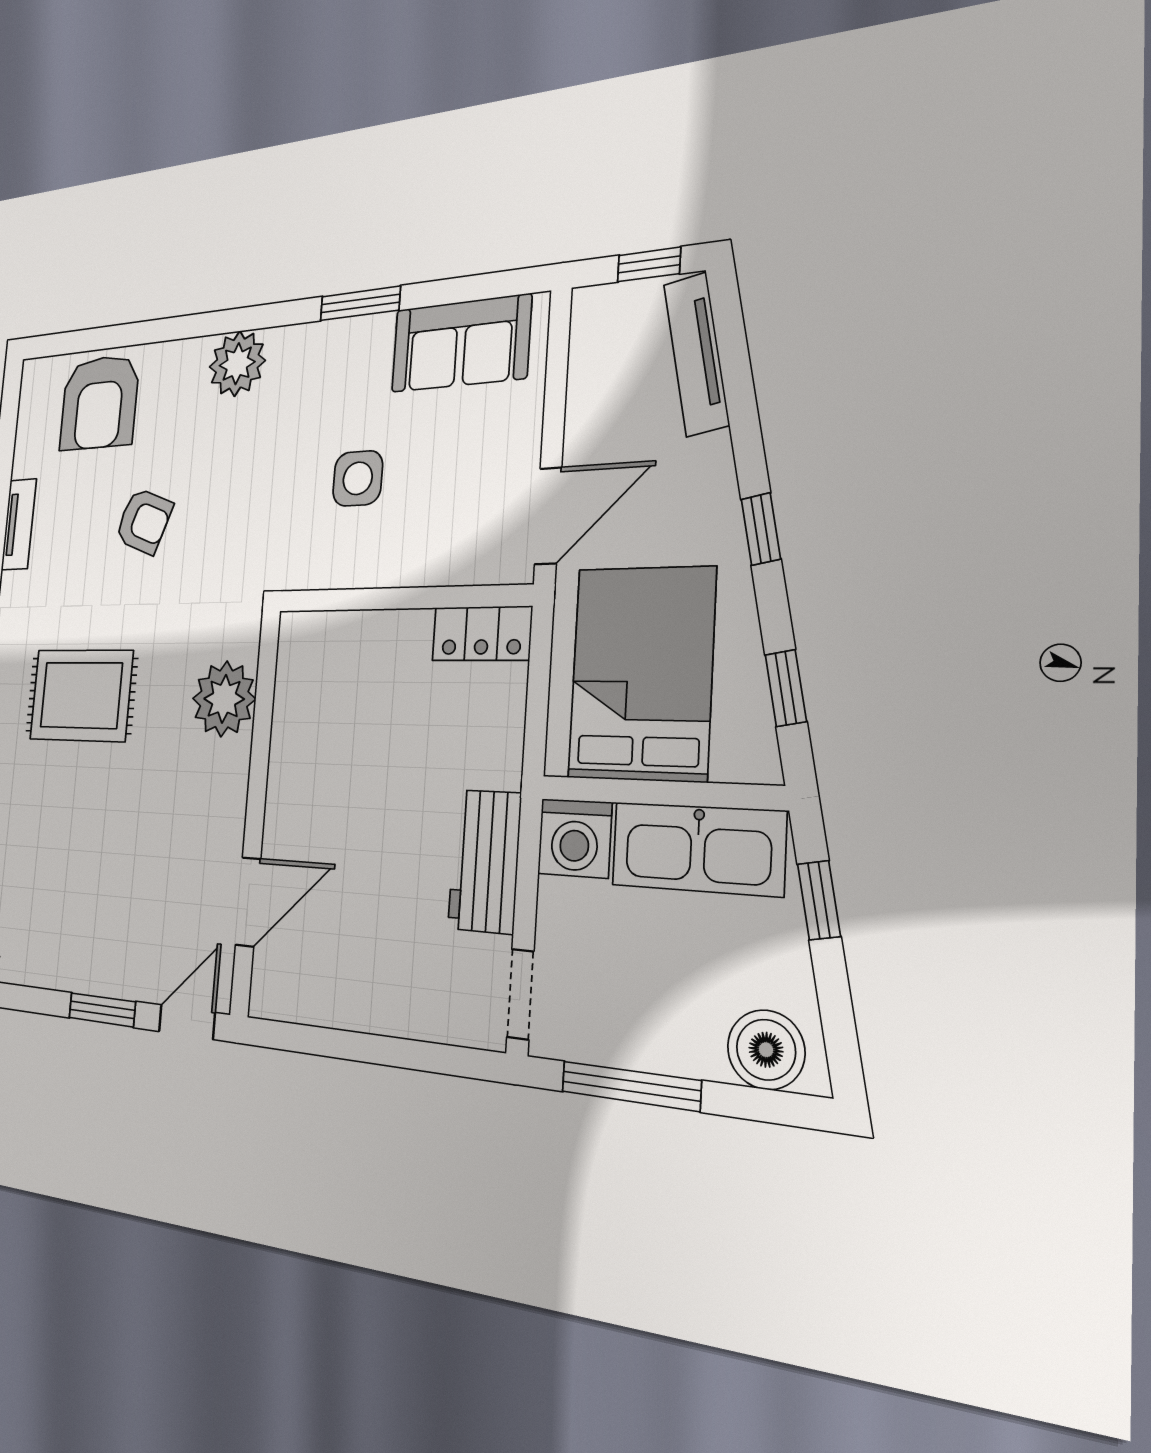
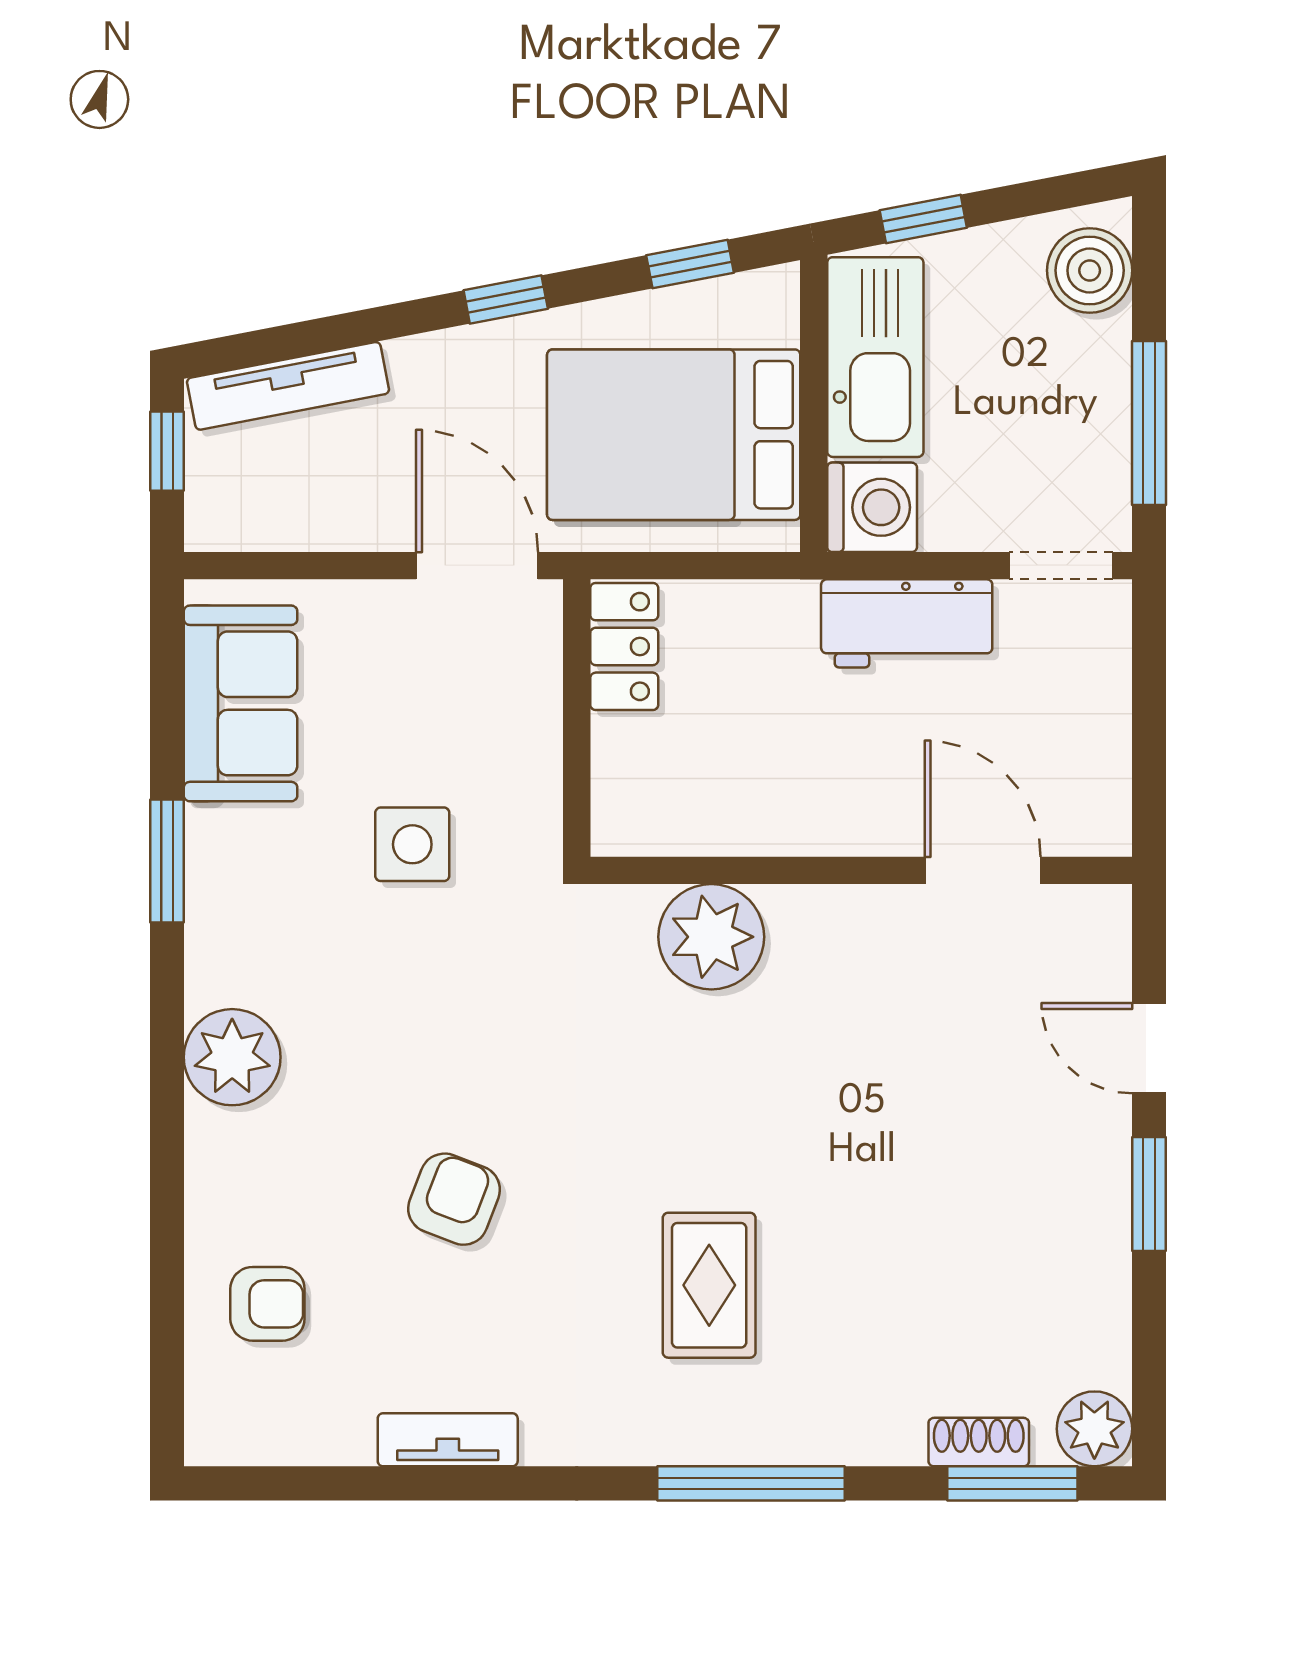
armchair: (99, 402) -> (267, 1304), width x0.53, depth x0.53
rug: (81, 695) -> (709, 1285), width x0.73, depth x0.70
plant: (224, 699) -> (711, 937), moved
wall: (255, 810) -> (861, 870), moved
door: (248, 902) -> (983, 870), moved

